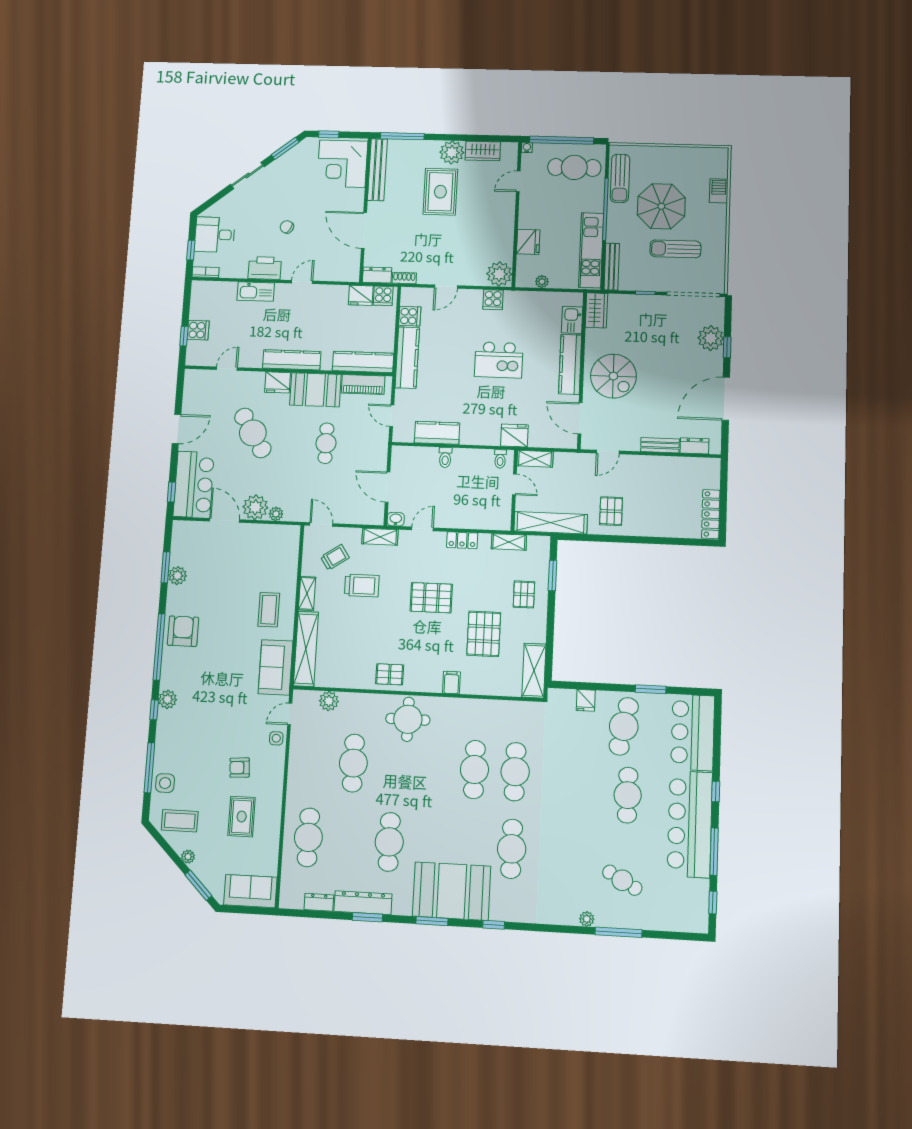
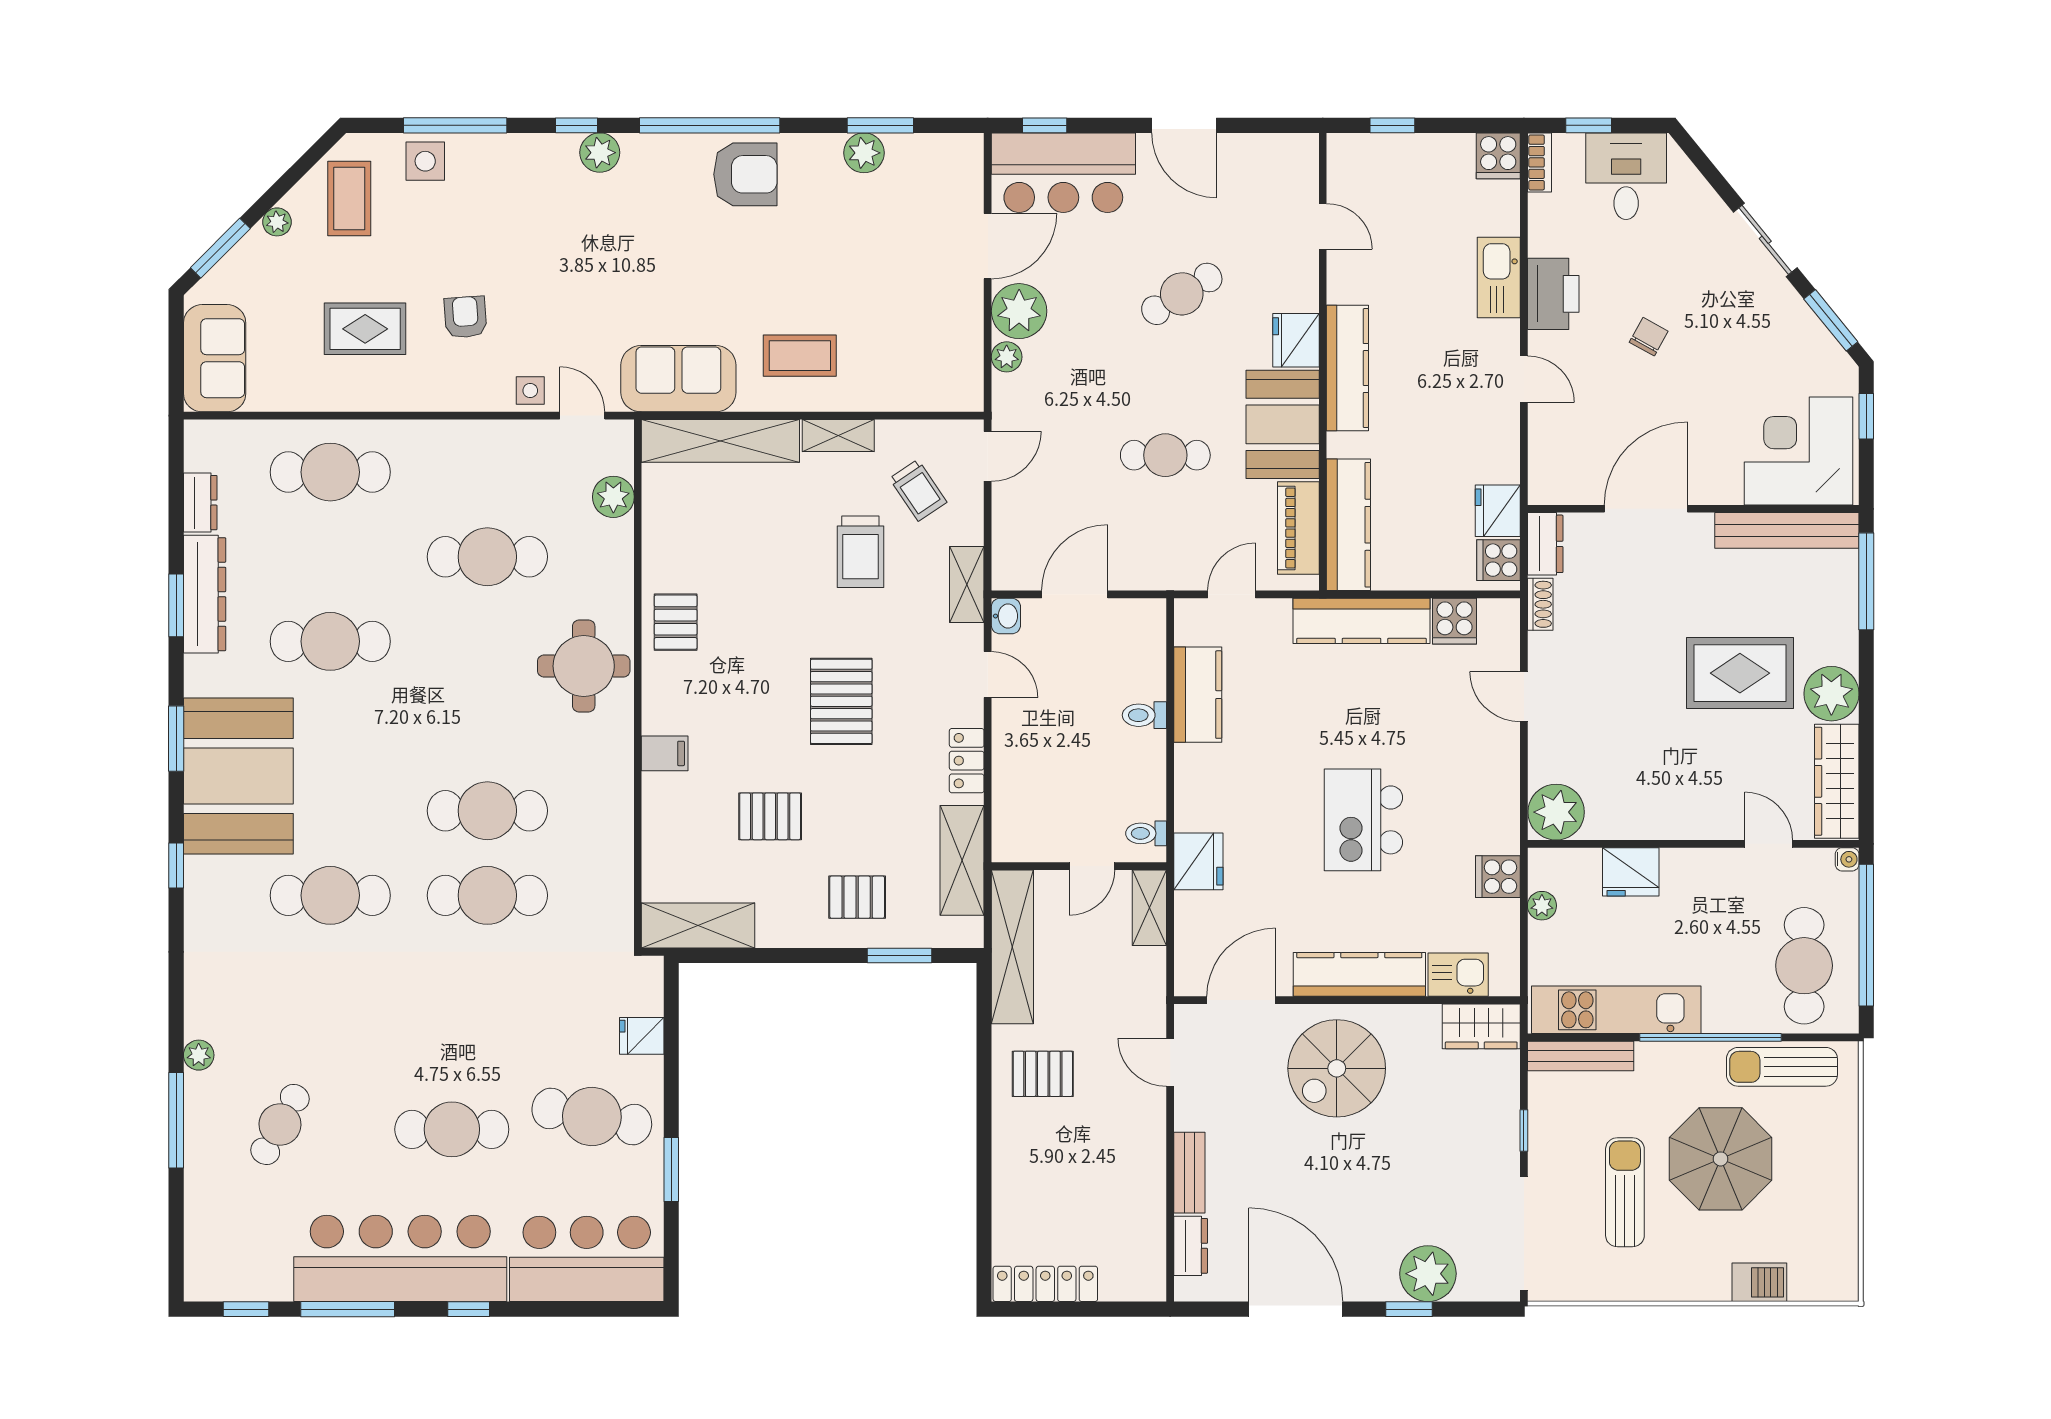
wardrobe: (483, 151) -> (1837, 781), width x1.50
cooker: (493, 300) -> (1498, 877), moved
cooker: (198, 330) -> (1498, 156), moved
cafe table: (253, 433) -> (1182, 294), width x0.73, depth x0.74
shelving: (509, 542) -> (962, 860), width x1.50, depth x1.33
pallet: (484, 634) -> (770, 816), width x0.67, depth x0.71

